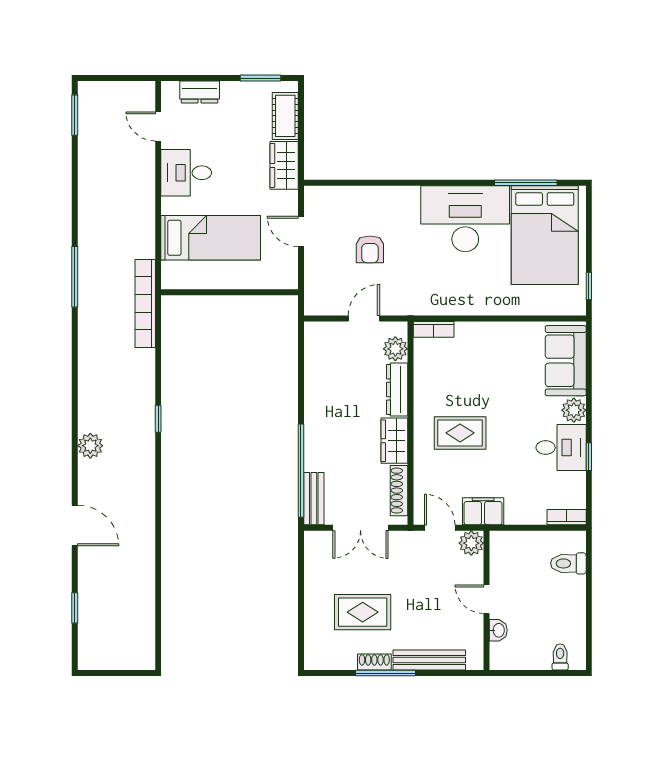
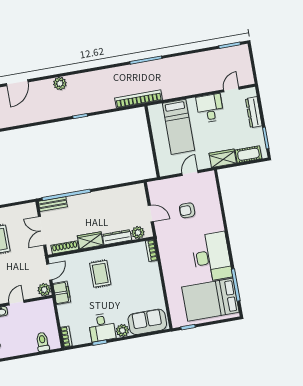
dresser: (200, 92) -> (254, 112), width x1.44

